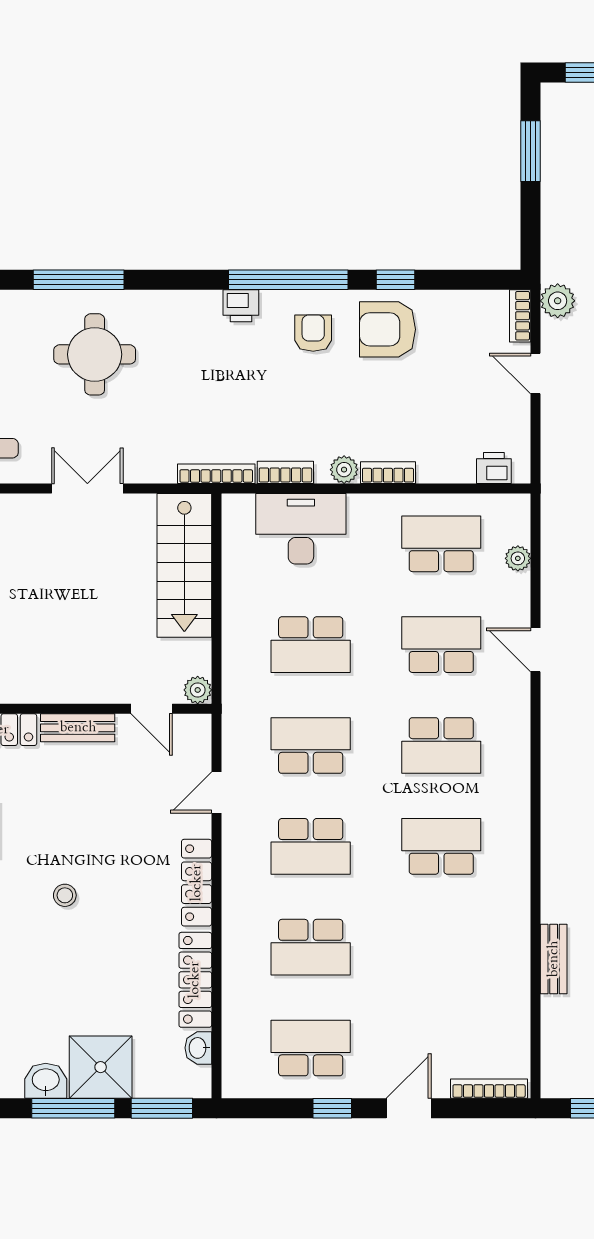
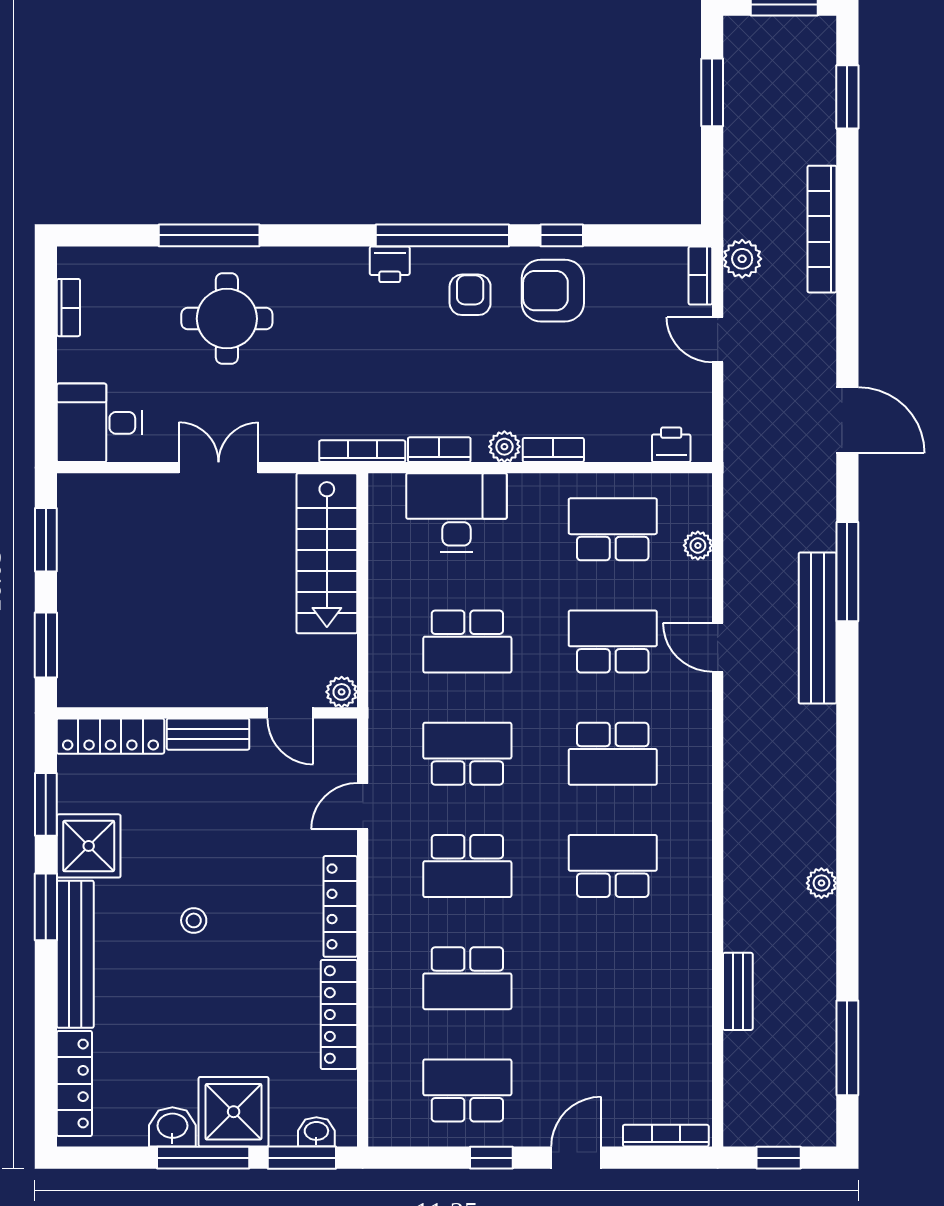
washbasin: (198, 1048) -> (316, 1132), moved, turned 90

